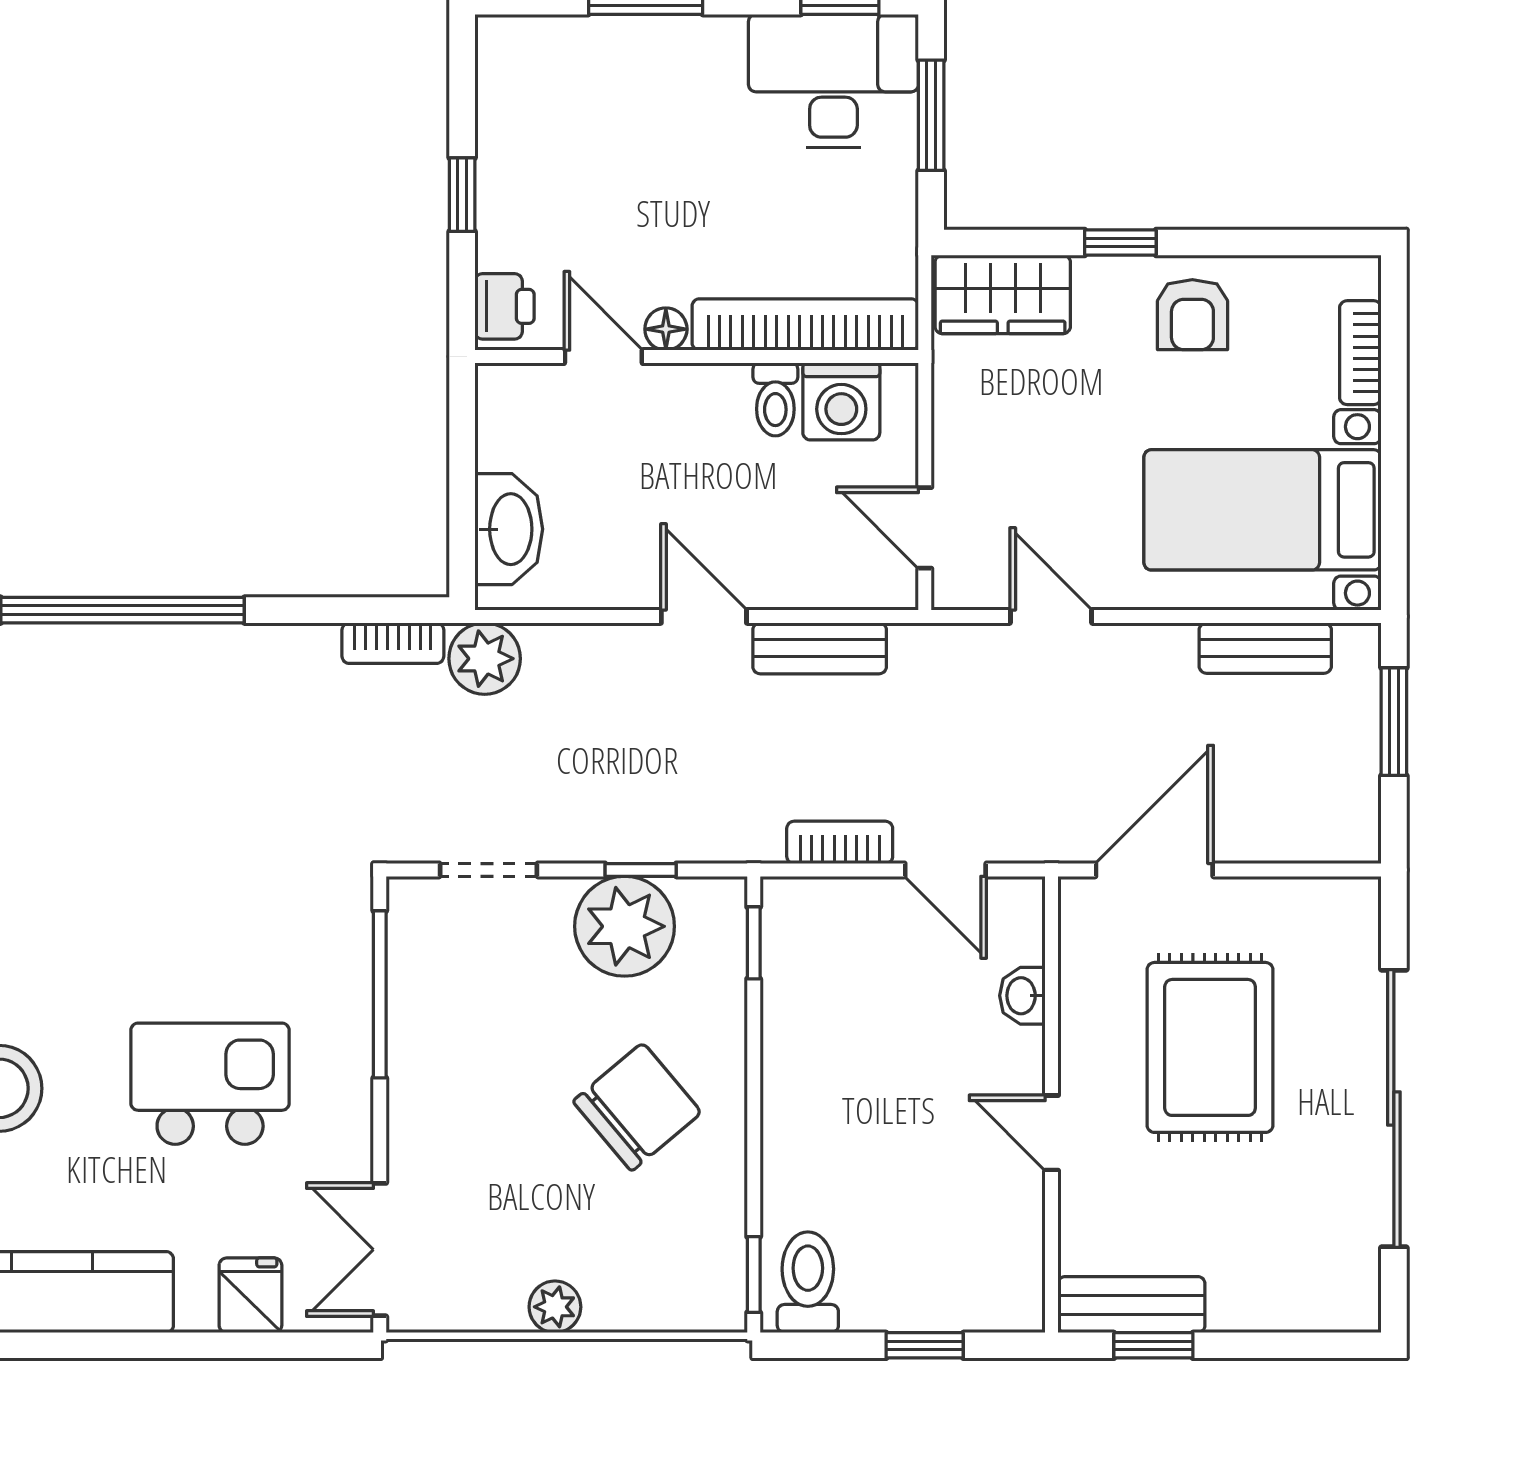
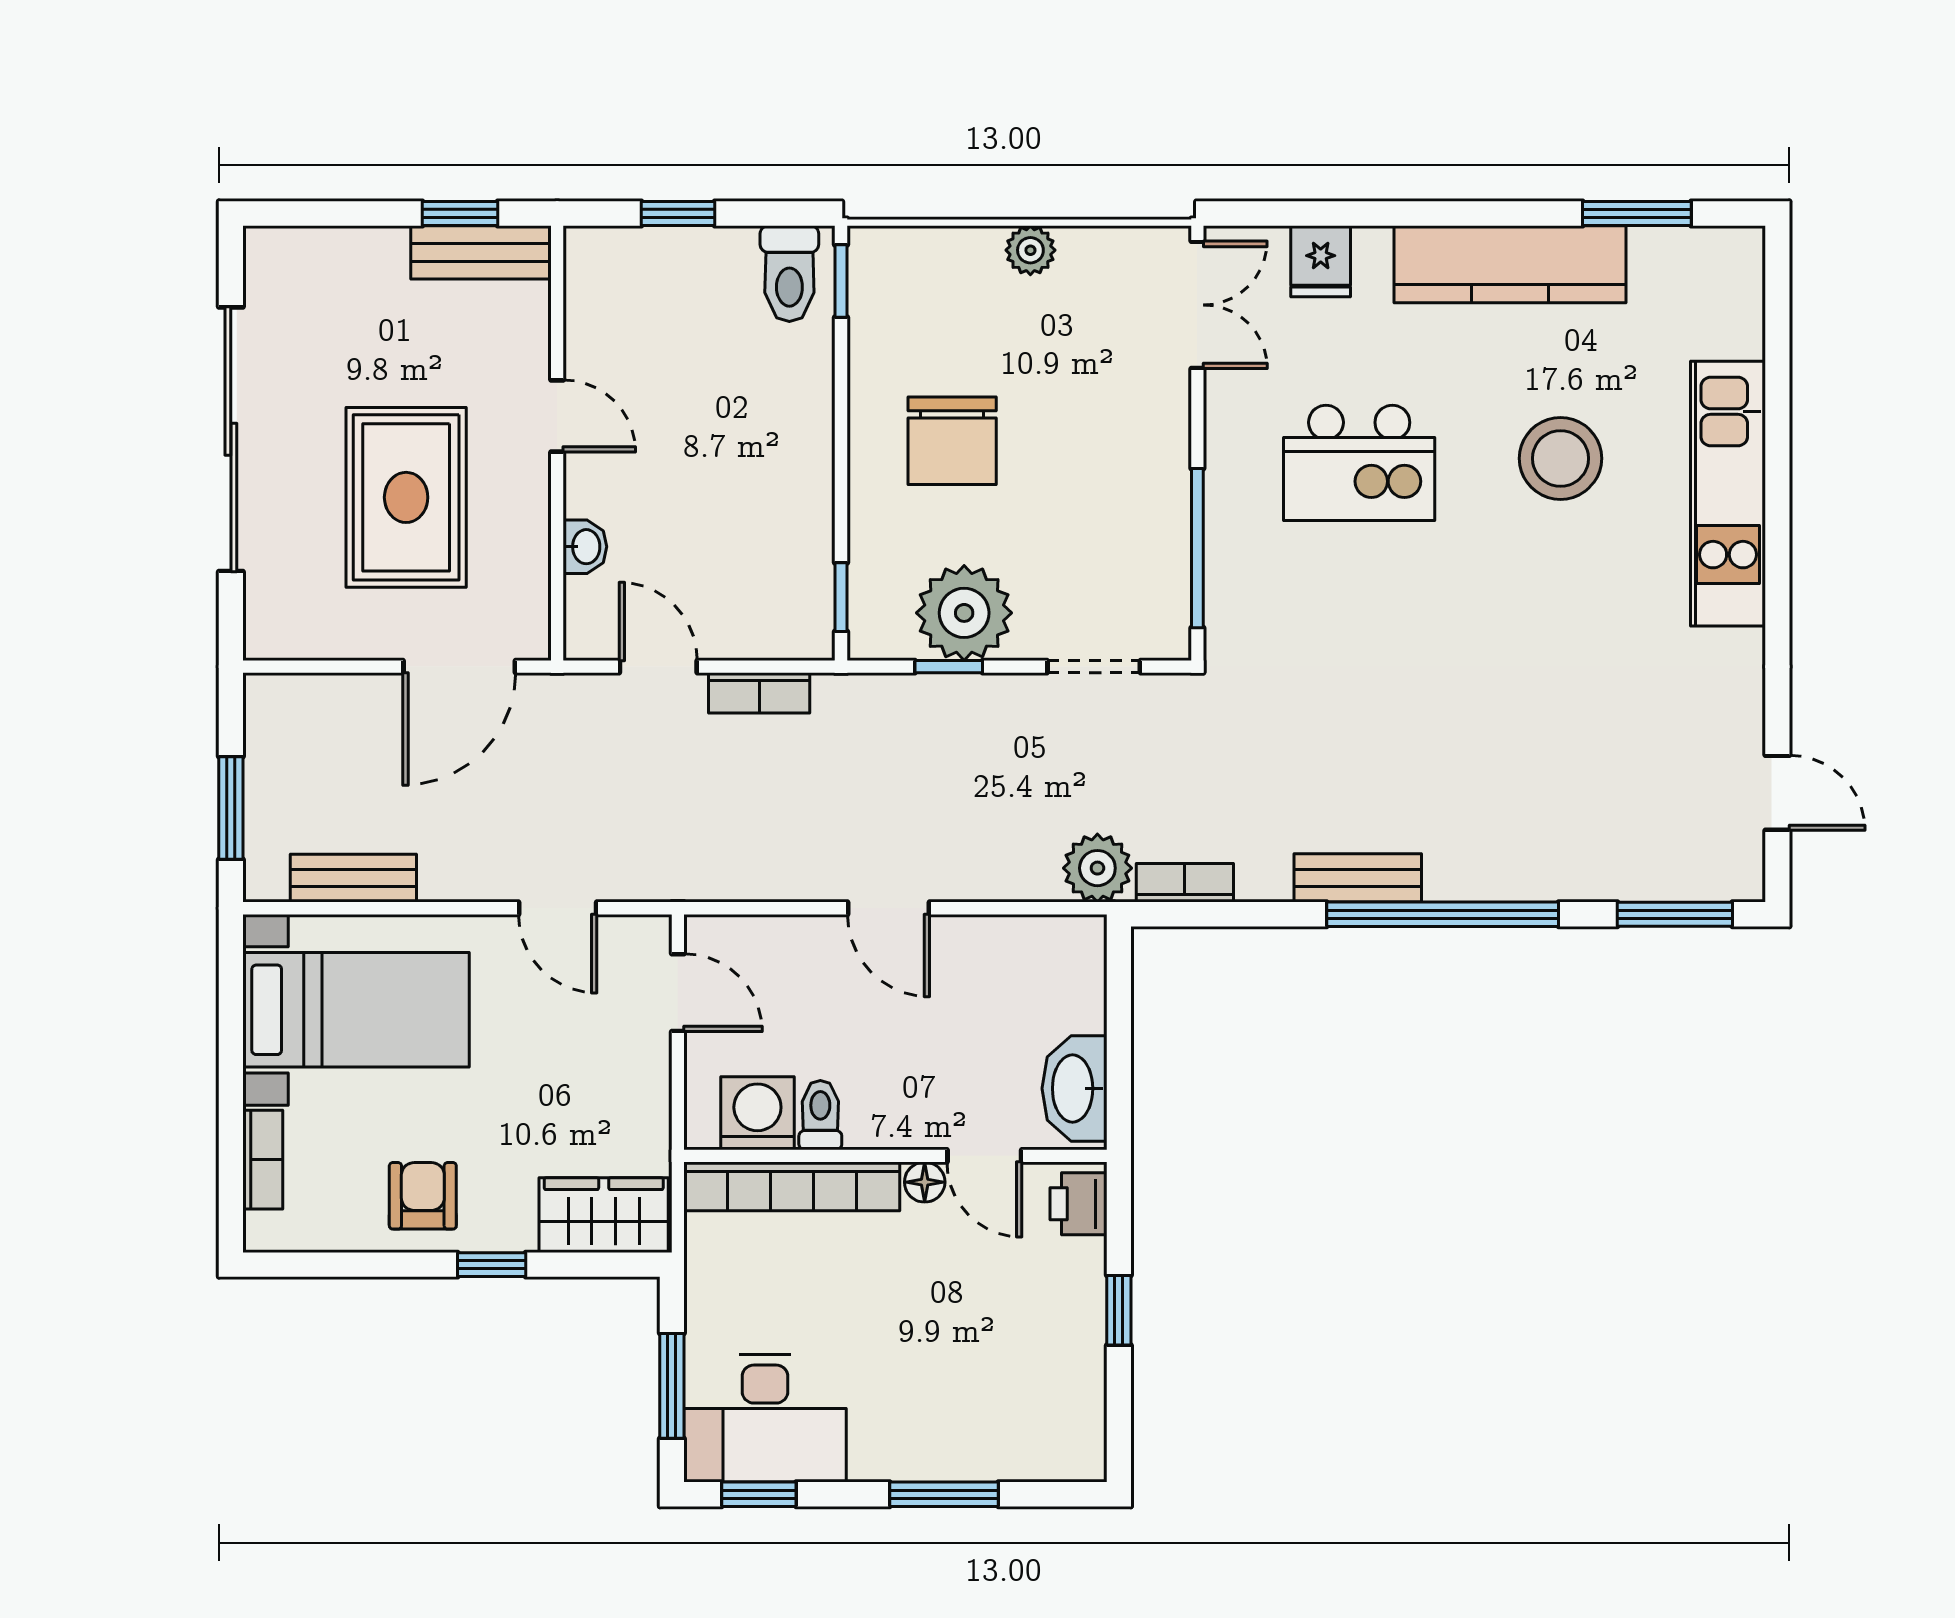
washbasin: (509, 529) -> (1074, 1088), moved
bench: (820, 648) -> (1358, 878), moved
chair: (637, 1107) -> (952, 441), turned -50

